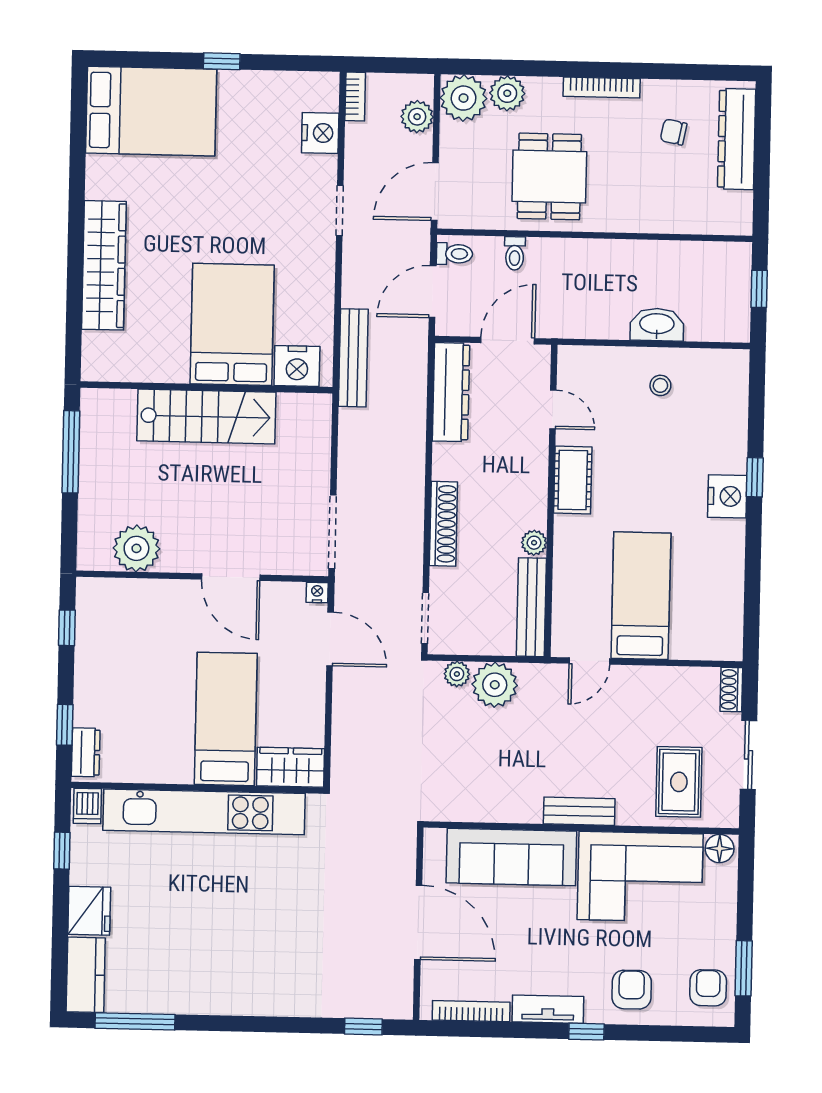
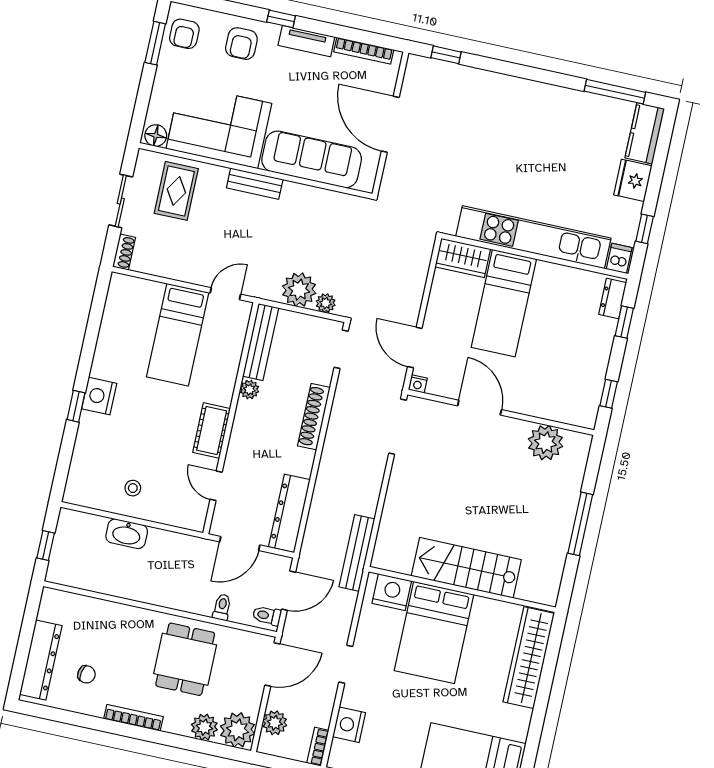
bed: (232, 324) -> (434, 632), moved
nightstand: (297, 366) -> (392, 592), moved
wall: (206, 387) -> (462, 589), moved
stairs: (206, 417) -> (466, 568), moved

